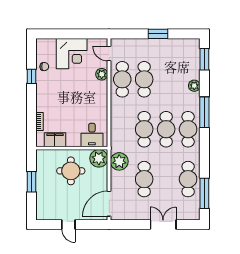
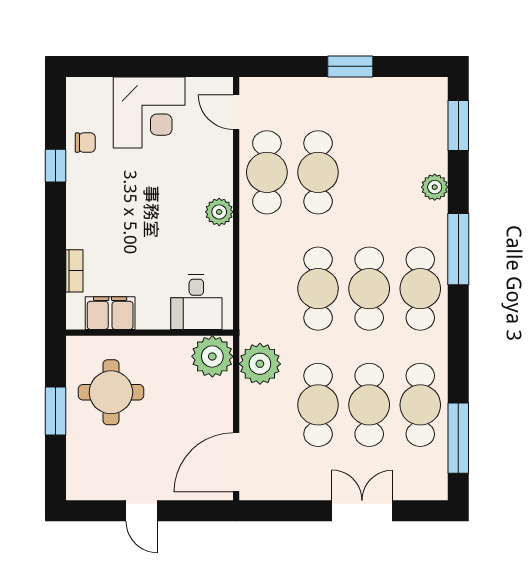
plant: (102, 74) -> (219, 212), moved
round table: (71, 171) -> (111, 392), moved
cafe table: (166, 179) -> (369, 405), added

